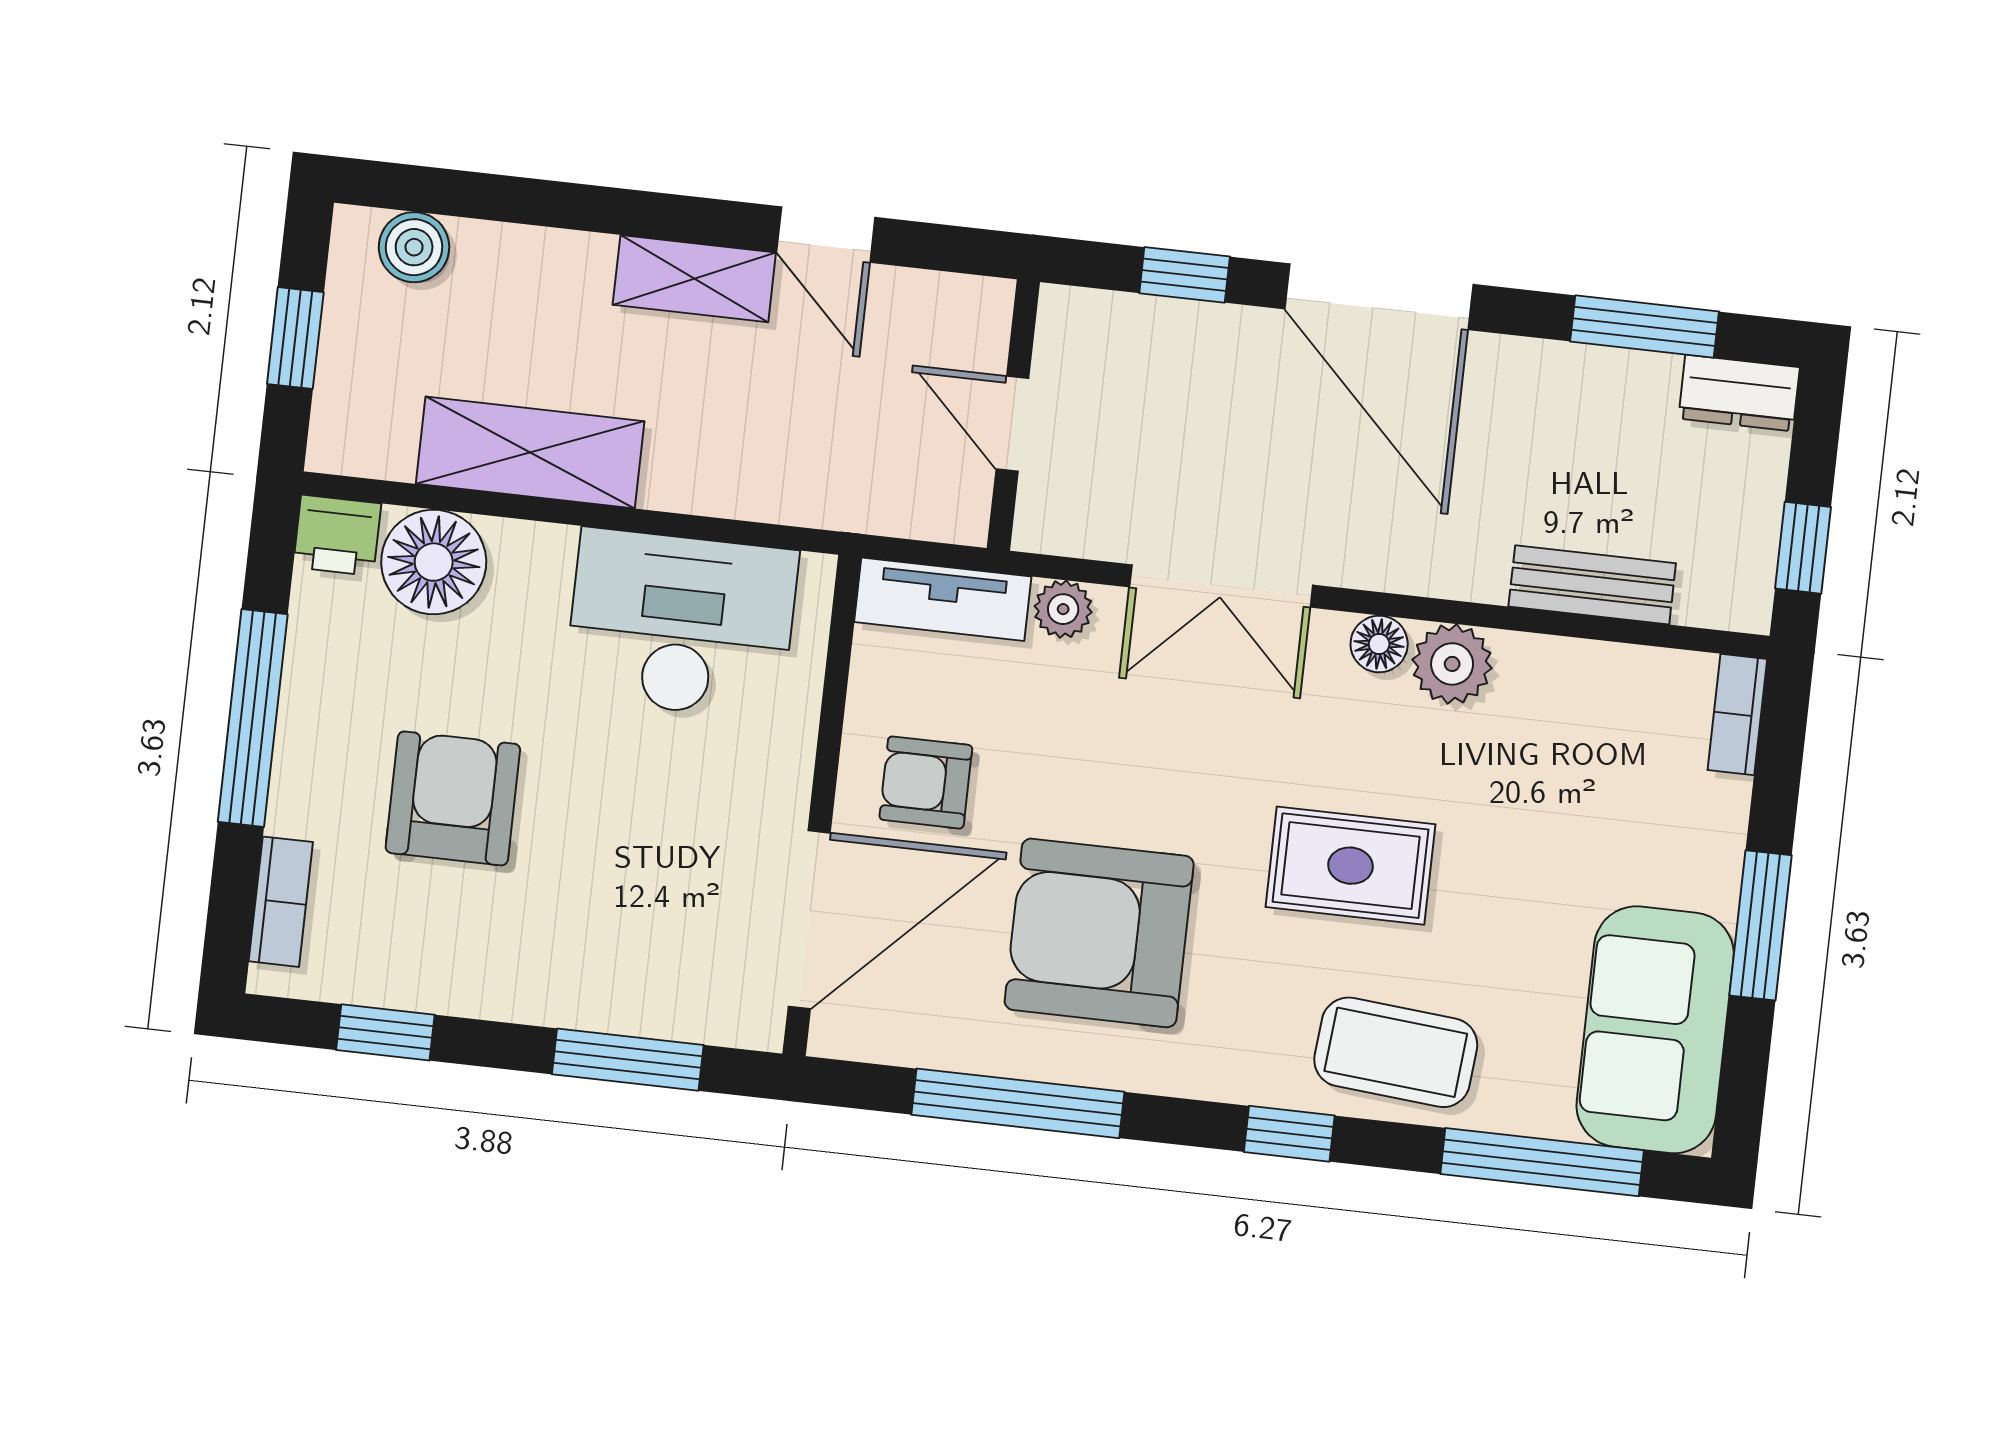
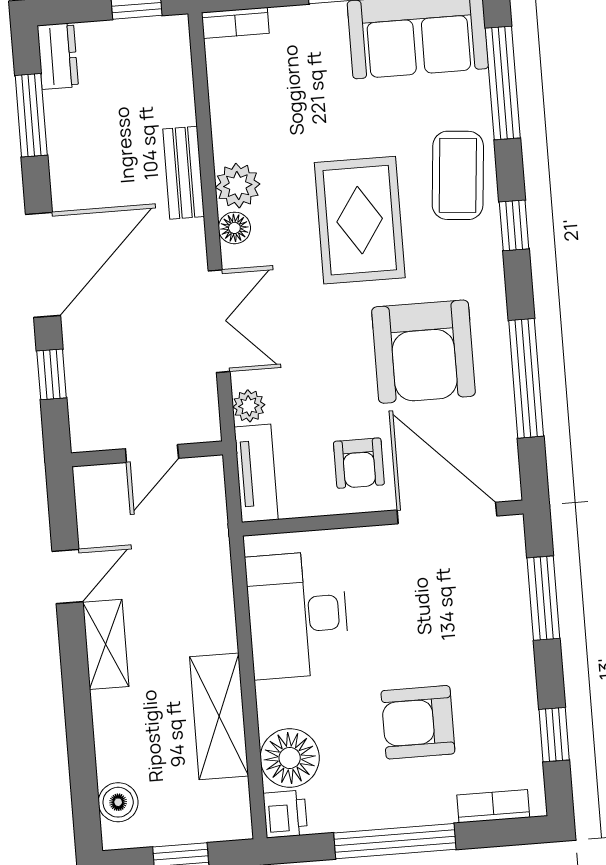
bench: (1592, 585) -> (184, 173), moved
rug: (1351, 866) -> (360, 220), width x1.36, depth x1.43

